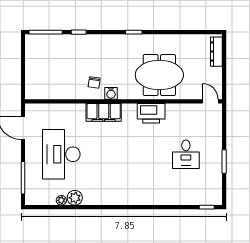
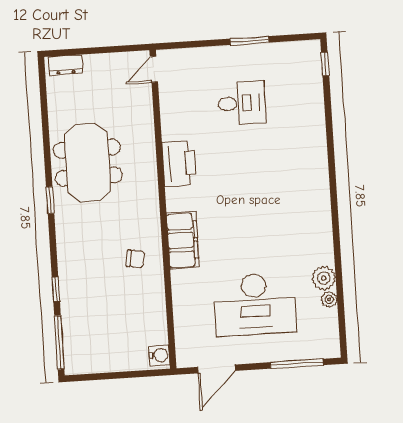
dresser: (216, 52) -> (65, 65), width x0.70
meeting table: (159, 75) -> (88, 163), moved
water cooler: (111, 93) -> (159, 355), moved

